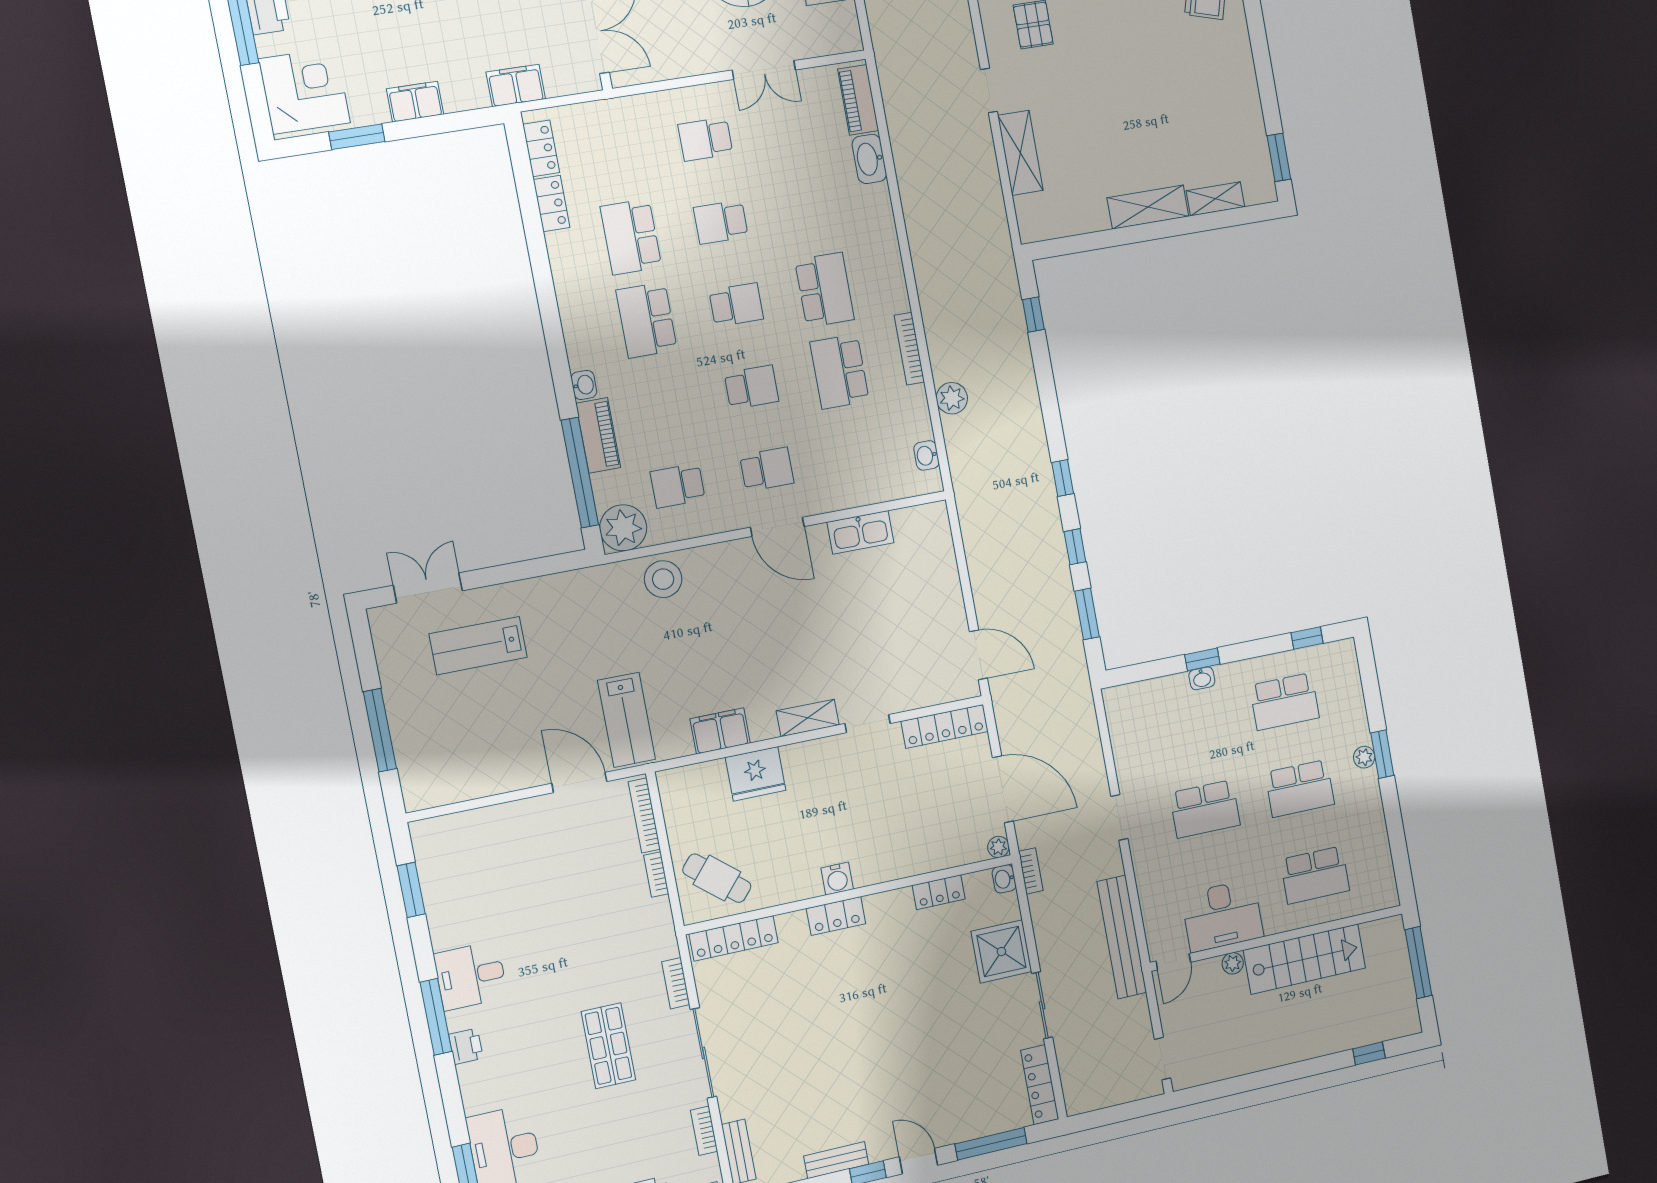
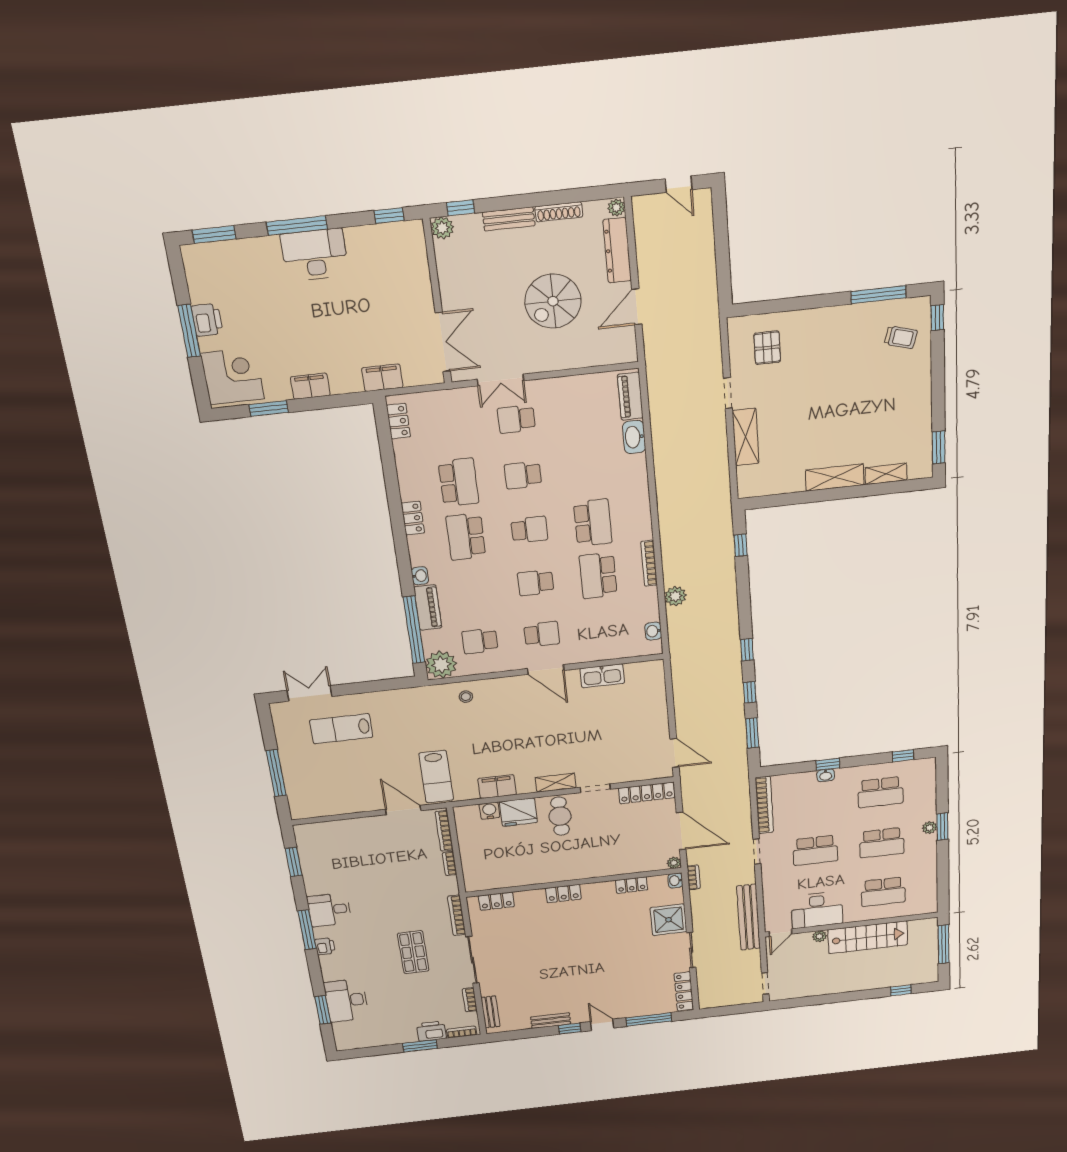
double door: (764, 70) -> (501, 380), moved
locker: (552, 204) -> (413, 518), moved
school desk: (631, 237) -> (459, 482), turned 180
school desk: (752, 387) -> (536, 583), turned 180
stool: (663, 579) -> (466, 697), width x0.53, depth x0.53
bookcase: (1120, 735) -> (764, 805), added
cafe table: (717, 878) -> (560, 816), moved, turned 50
water cooler: (837, 879) -> (489, 811), moved, turned 180
locker: (734, 938) -> (496, 901), width x0.66
bookcase: (676, 983) -> (457, 915), width x1.56

